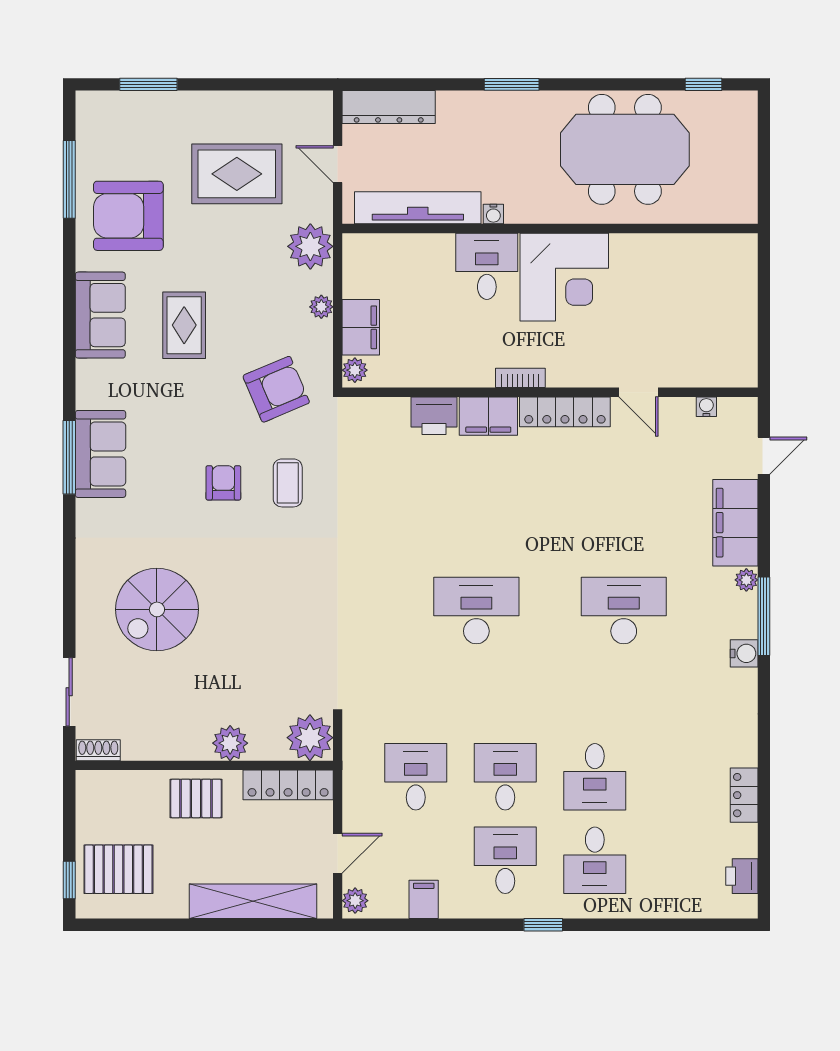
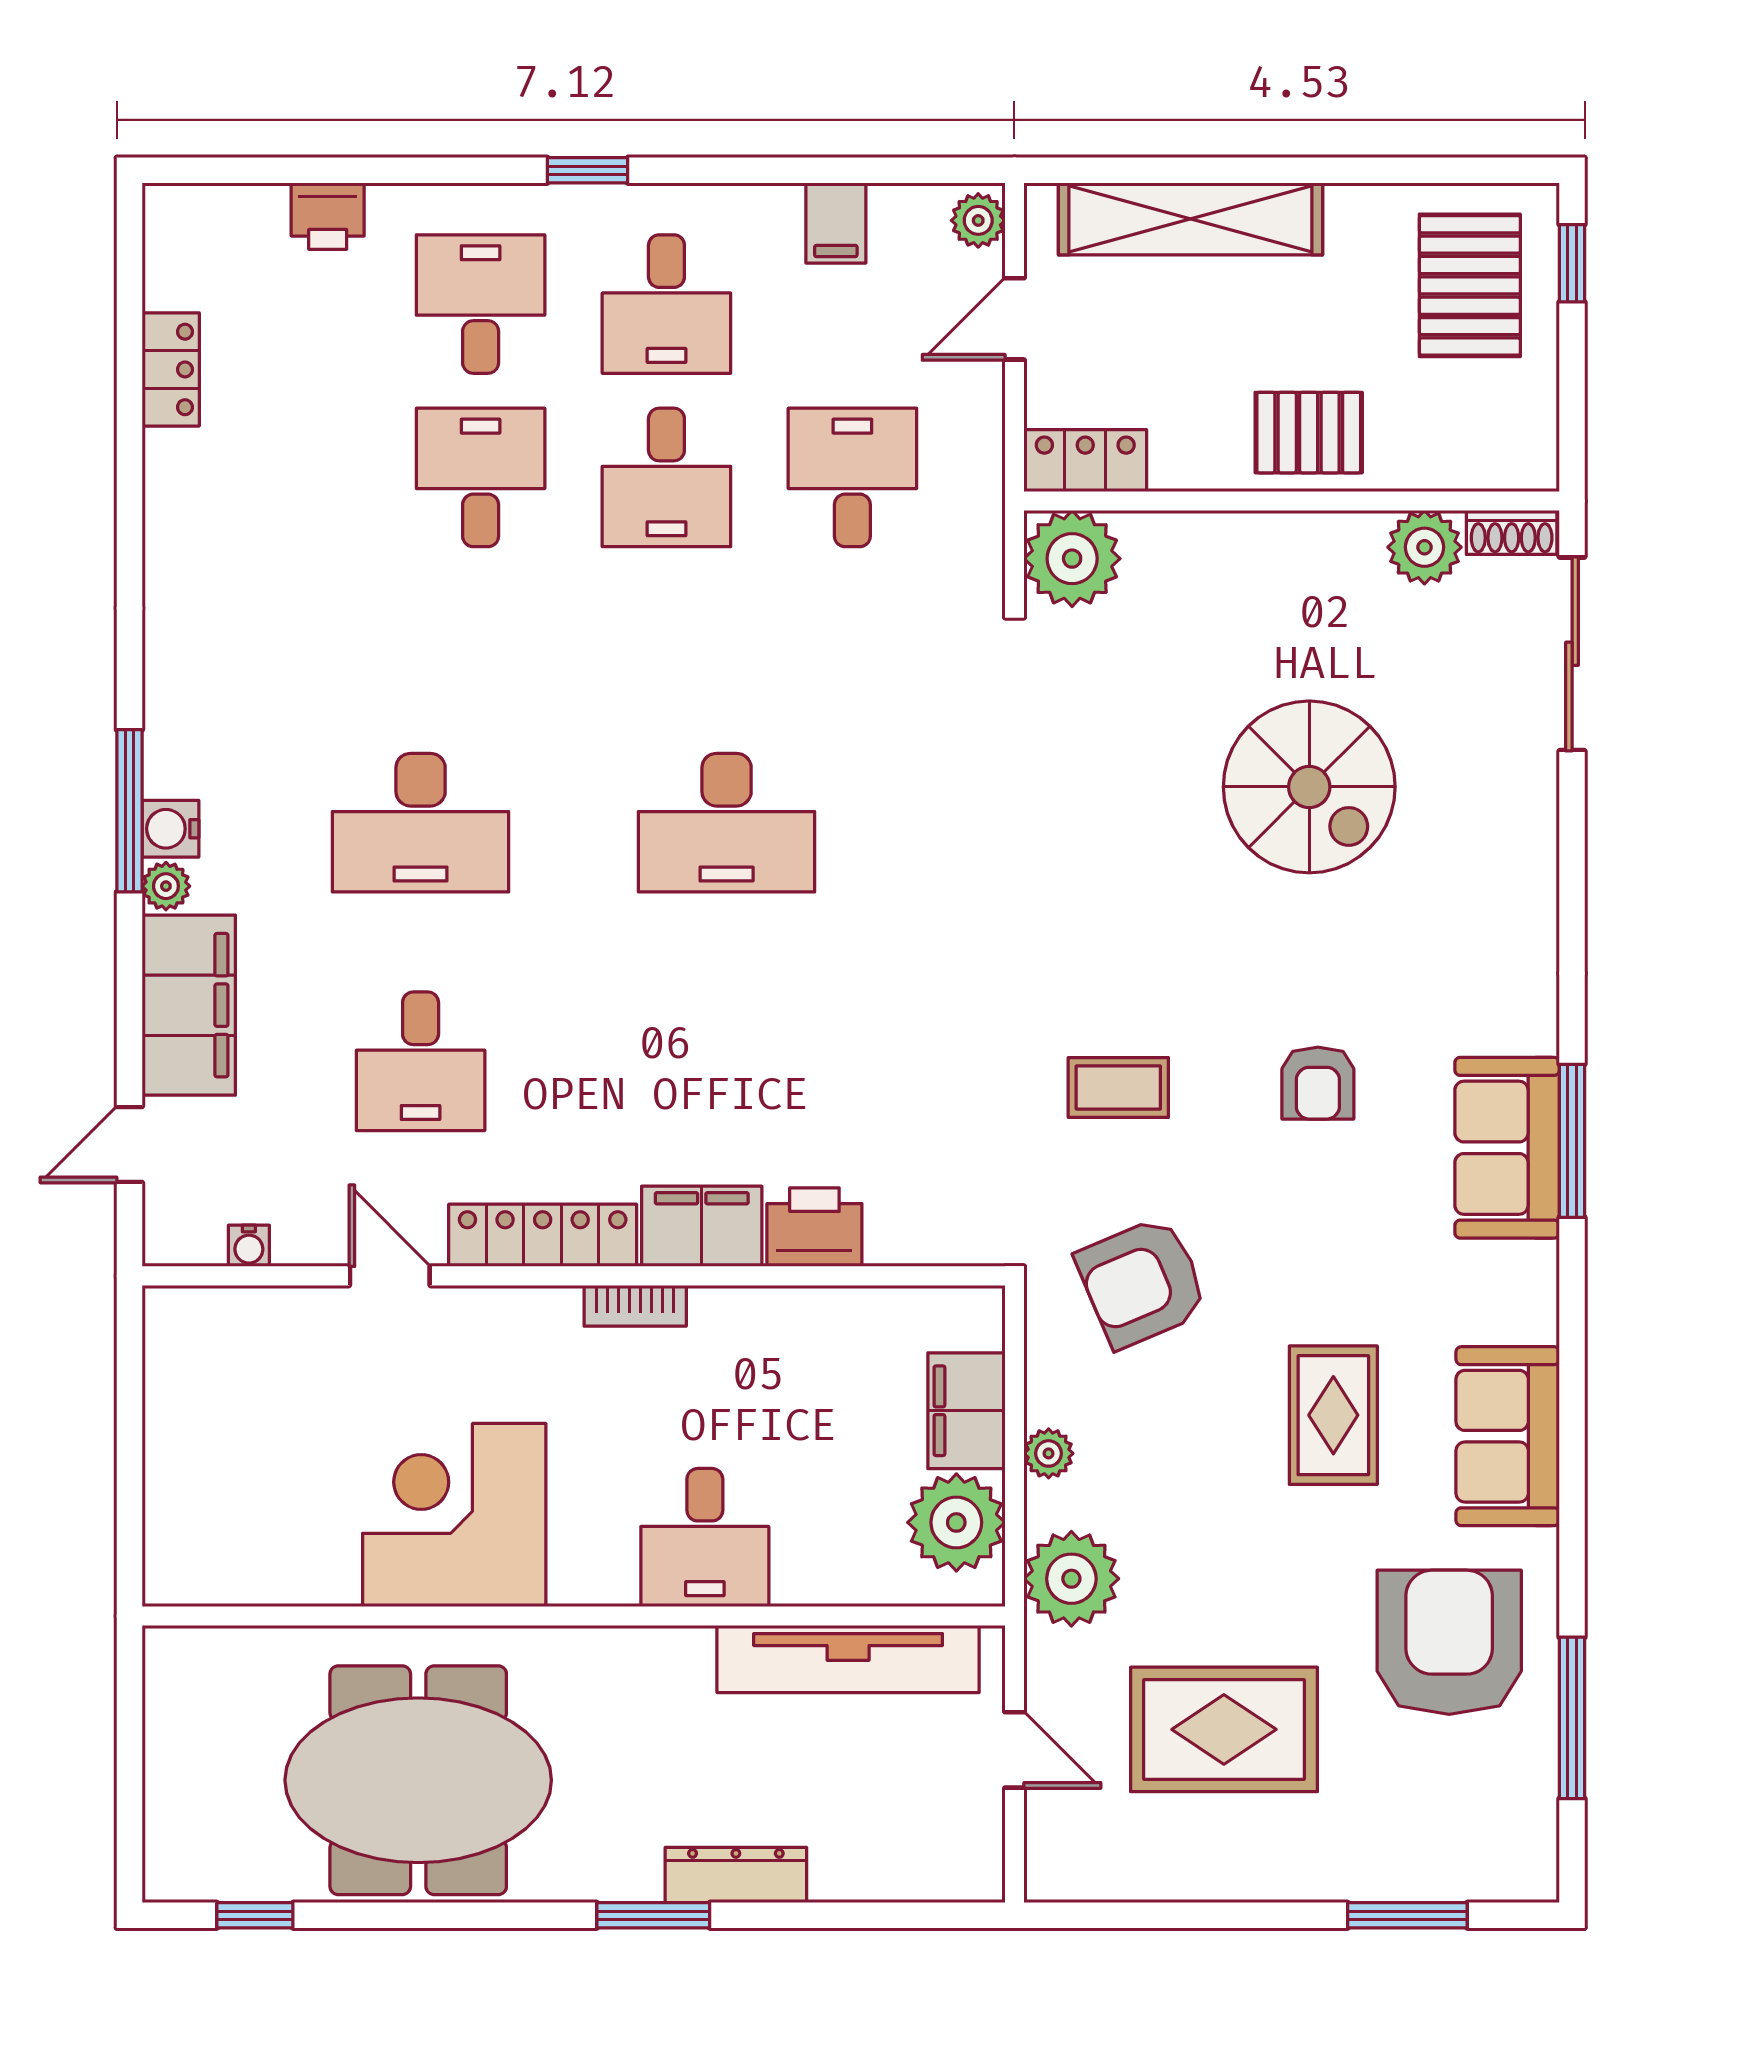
dresser: (389, 107) -> (736, 1875), moved, width x0.73, depth x0.80
water cooler: (493, 214) -> (691, 1646), removed
armchair: (128, 216) -> (1449, 1642), turned -90
corner desk: (564, 277) -> (454, 1515), moved
plant: (355, 370) -> (956, 1522), moved, width x1.88, depth x1.88
armchair: (223, 483) -> (1318, 1083), moved
coffee table: (288, 483) -> (1118, 1088), turned 90
desk: (624, 496) -> (421, 1061), added
spiral stairs: (157, 609) -> (1309, 787), moved, turned 90
water cooler: (744, 653) -> (170, 829), moved
sliding door: (69, 692) -> (1572, 654), width x1.37
plant: (230, 743) -> (1424, 547), moved
desk: (416, 777) -> (852, 477), turned 180
locker: (288, 785) -> (1085, 461), width x0.66
locker: (744, 795) -> (171, 369), moved
pallet: (118, 869) -> (1470, 285), turned 90
printer: (742, 876) -> (328, 216), moved, turned 90

